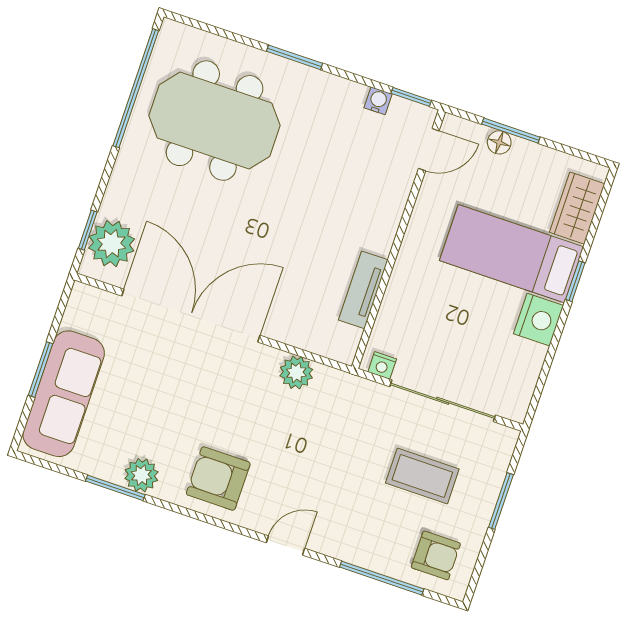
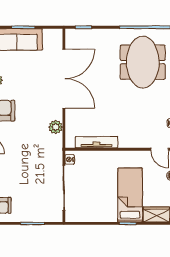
plant: (112, 244) -> (81, 38), removed
tv unit: (363, 290) -> (97, 142), width x1.41
nightstand: (539, 320) -> (108, 214), removed
coffee table: (422, 476) -> (32, 190), removed

